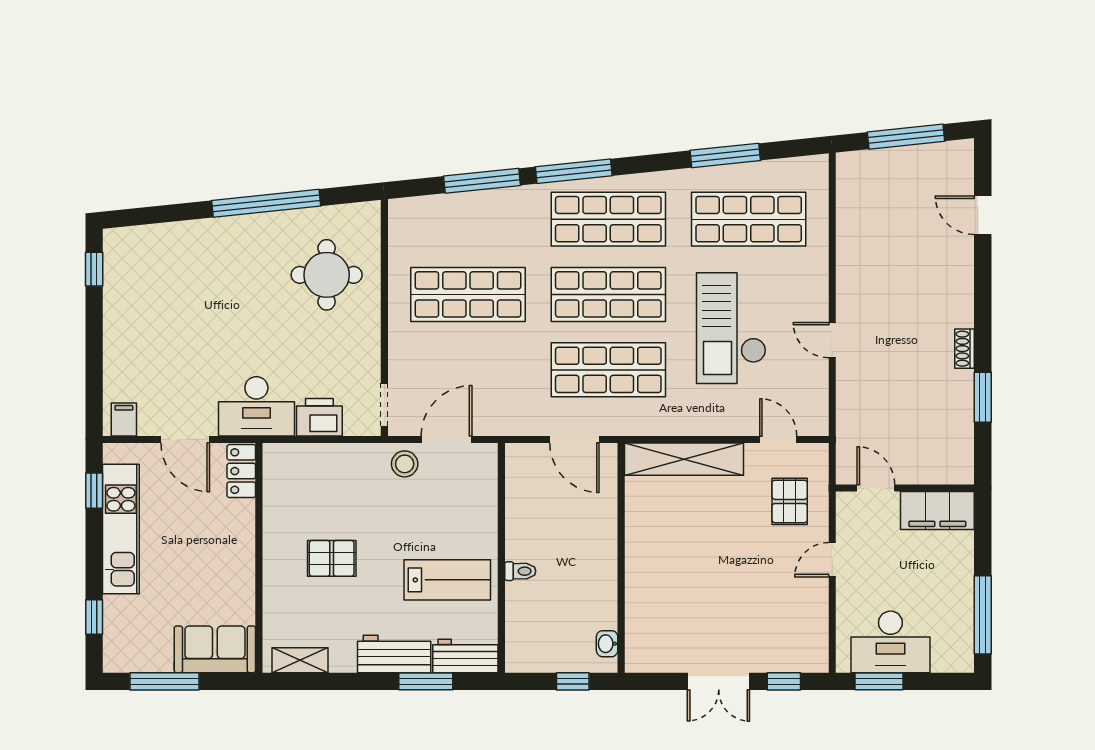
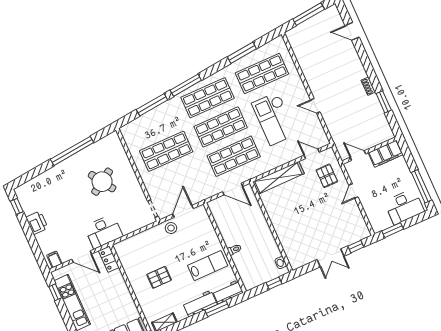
round table: (327, 275) -> (102, 182), moved, turned -33
printer: (319, 417) -> (37, 223), moved, turned 90
desk: (890, 642) -> (404, 207), moved

